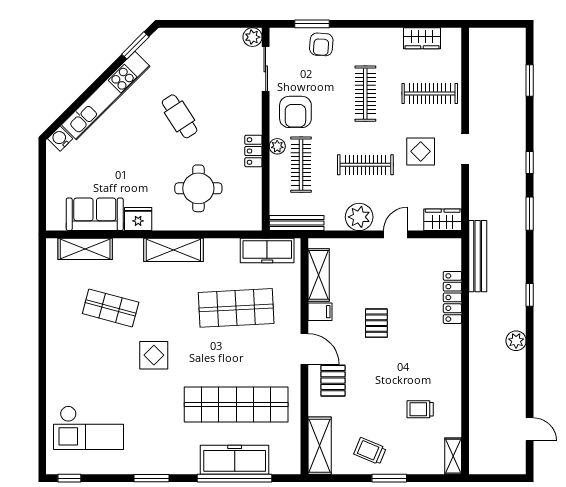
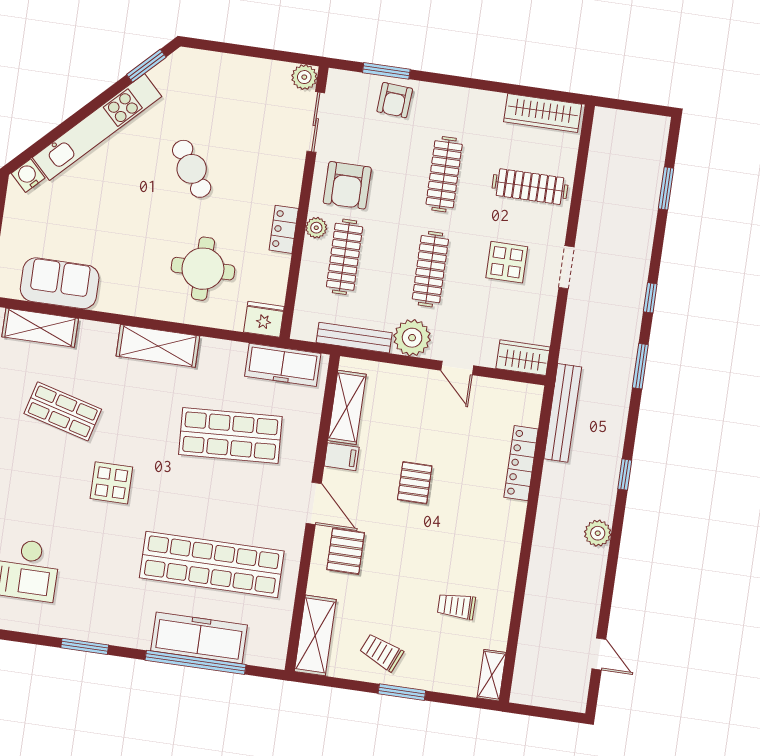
wardrobe: (422, 38) -> (543, 113), width x1.50
clothes rail: (365, 165) -> (430, 269), turned 90
fridge: (138, 219) -> (264, 319), moved
bench: (297, 223) -> (354, 338), moved
door: (395, 234) -> (457, 368), swing flipped

